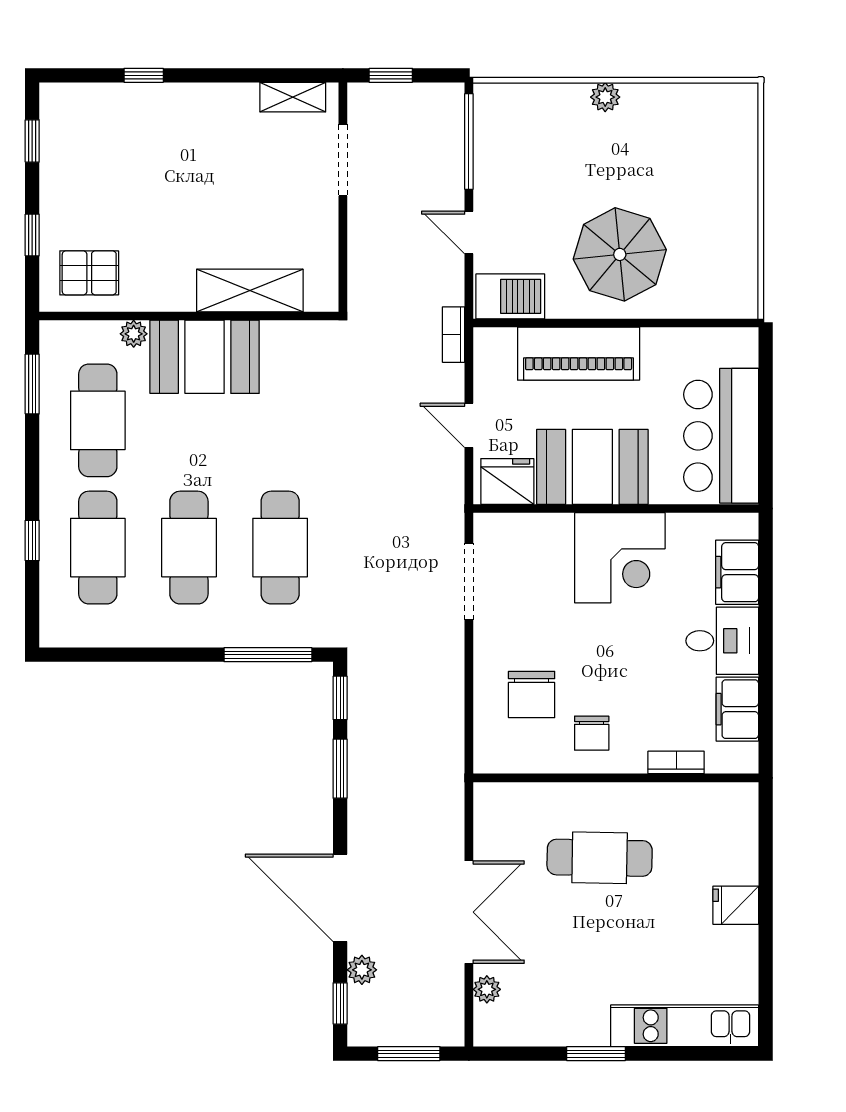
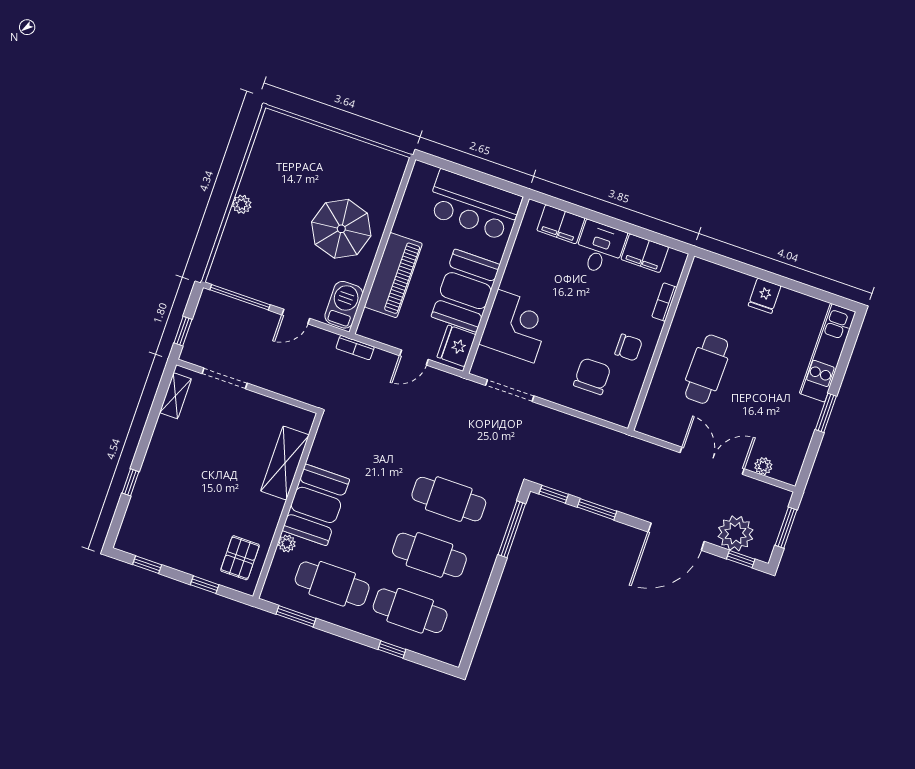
corner desk: (620, 558) -> (516, 326), moved
chair: (532, 694) -> (592, 376), turned -90
plant: (362, 970) -> (736, 533), width x1.87, depth x1.87

